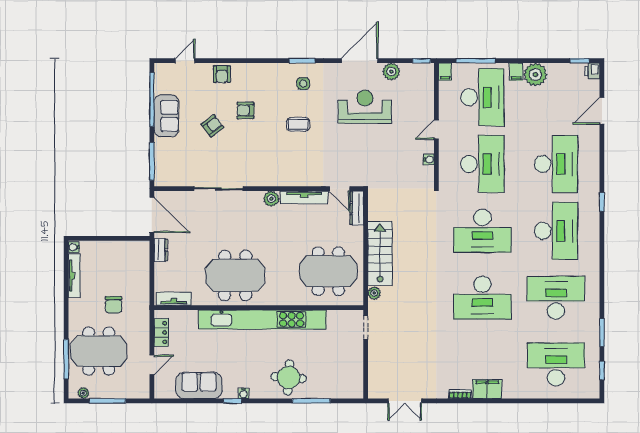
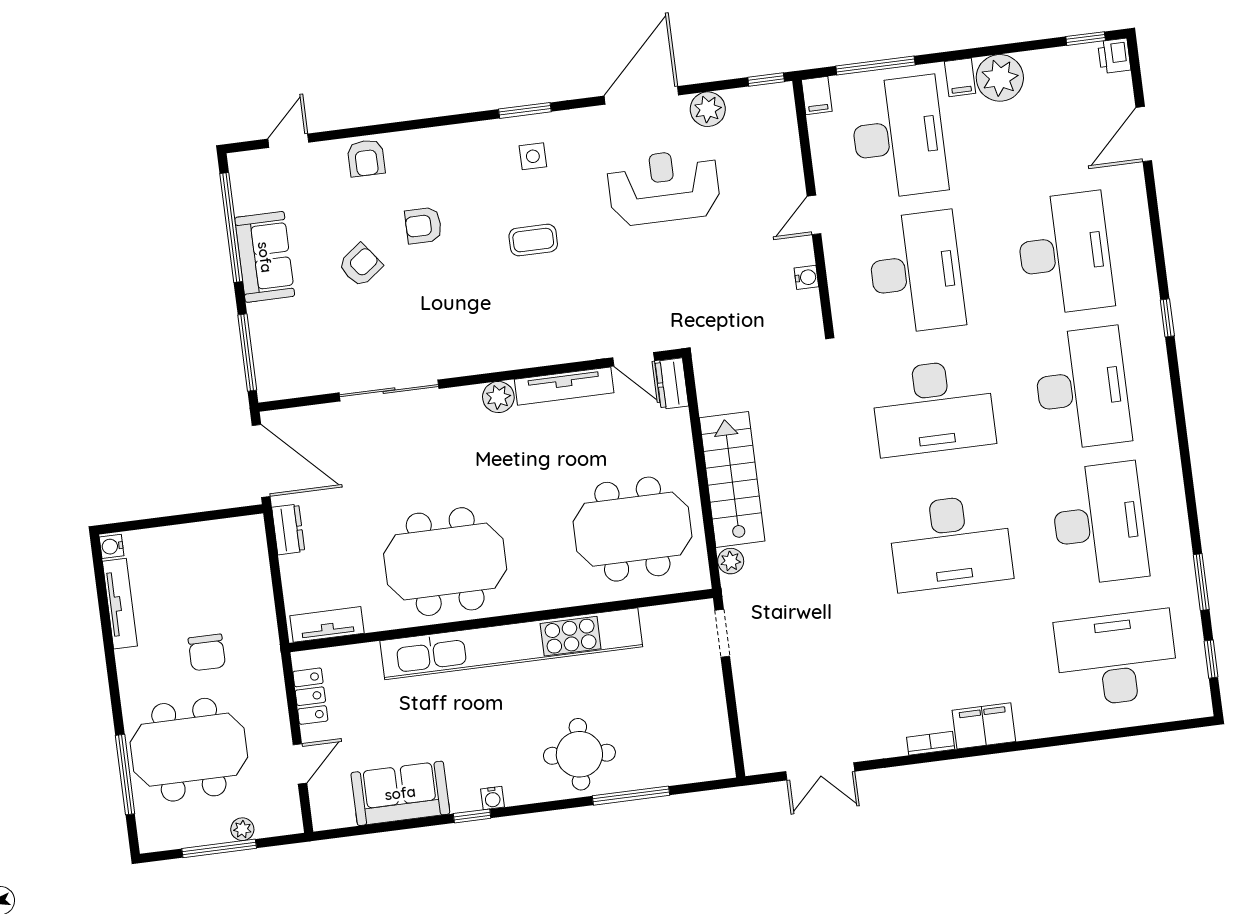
dresser: (357, 208) -> (672, 384), width x0.70
desk: (556, 298) -> (1099, 523), turned 90
plant: (83, 393) -> (242, 829), moved

